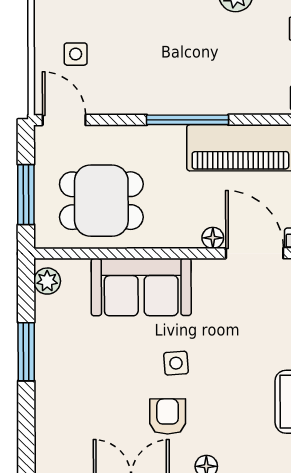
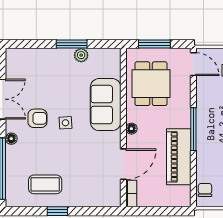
door: (64, 120) -> (193, 64), hinge flipped
floor lamp: (213, 238) -> (131, 129), moved
plant: (47, 281) -> (81, 55), moved

